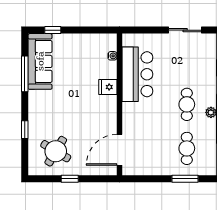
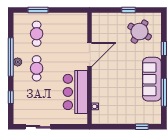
sofa: (40, 61) -> (152, 79), moved
fridge: (108, 87) -> (99, 82), removed
door: (120, 150) -> (89, 55), moved

